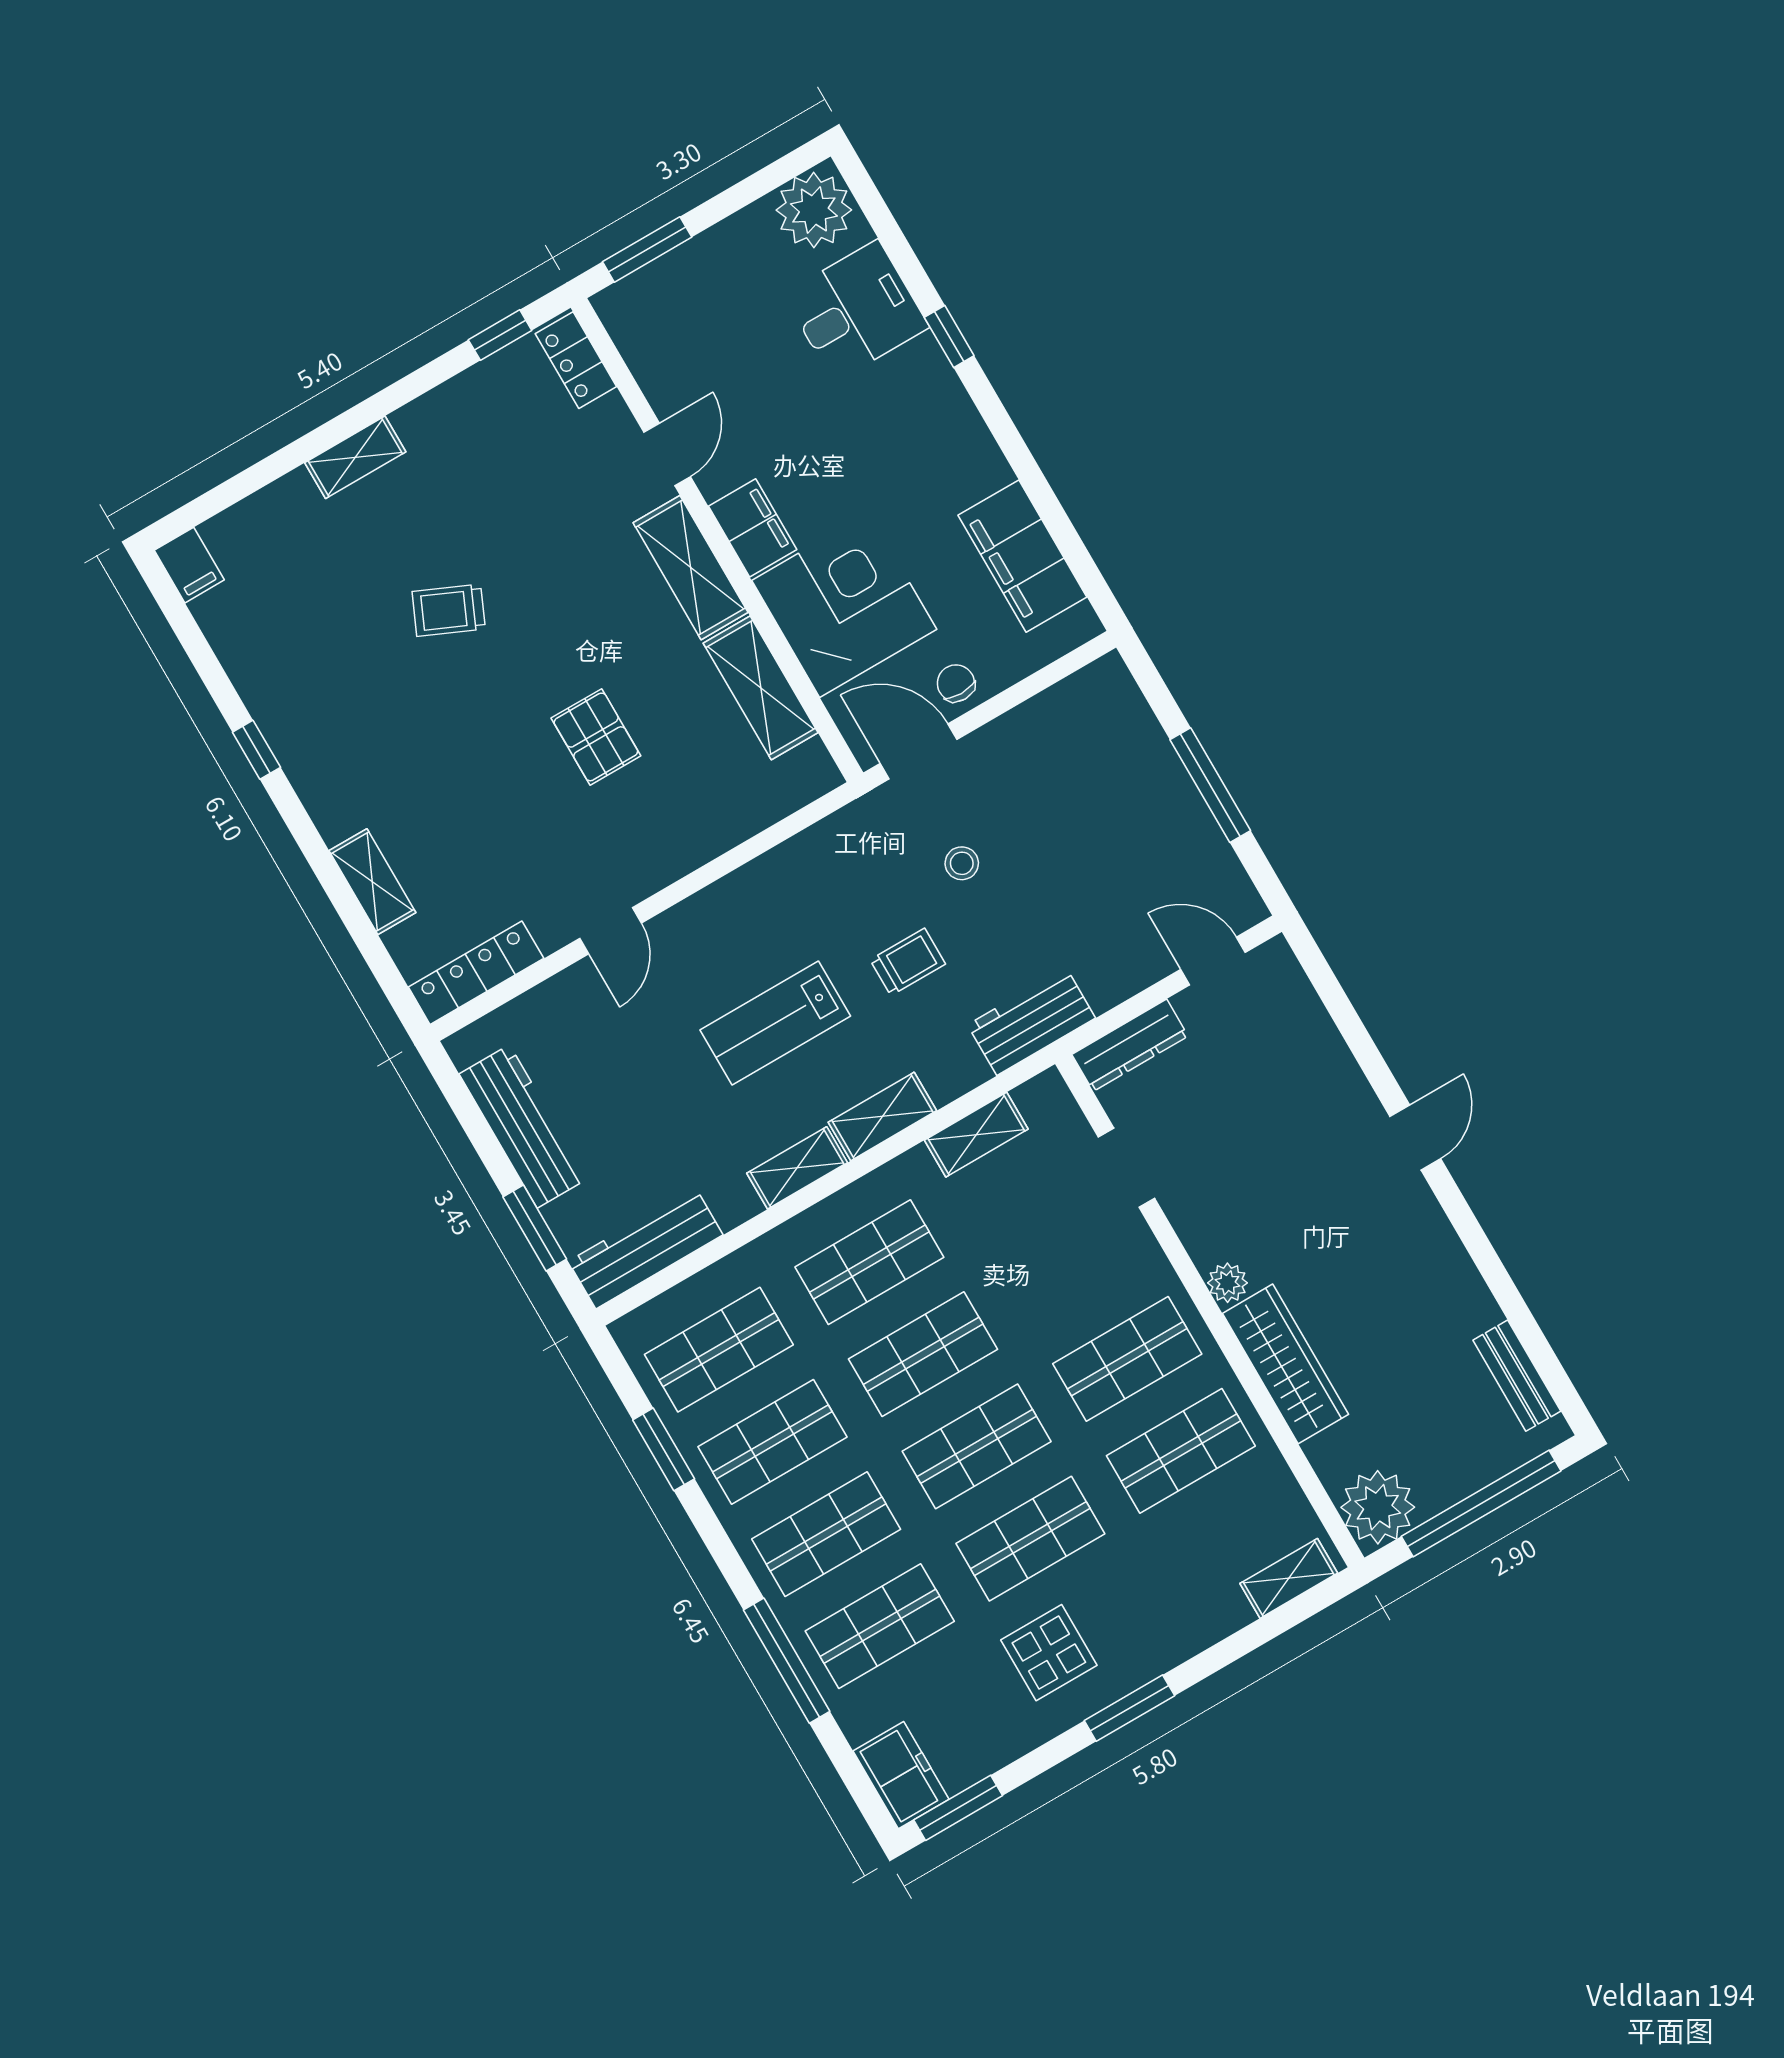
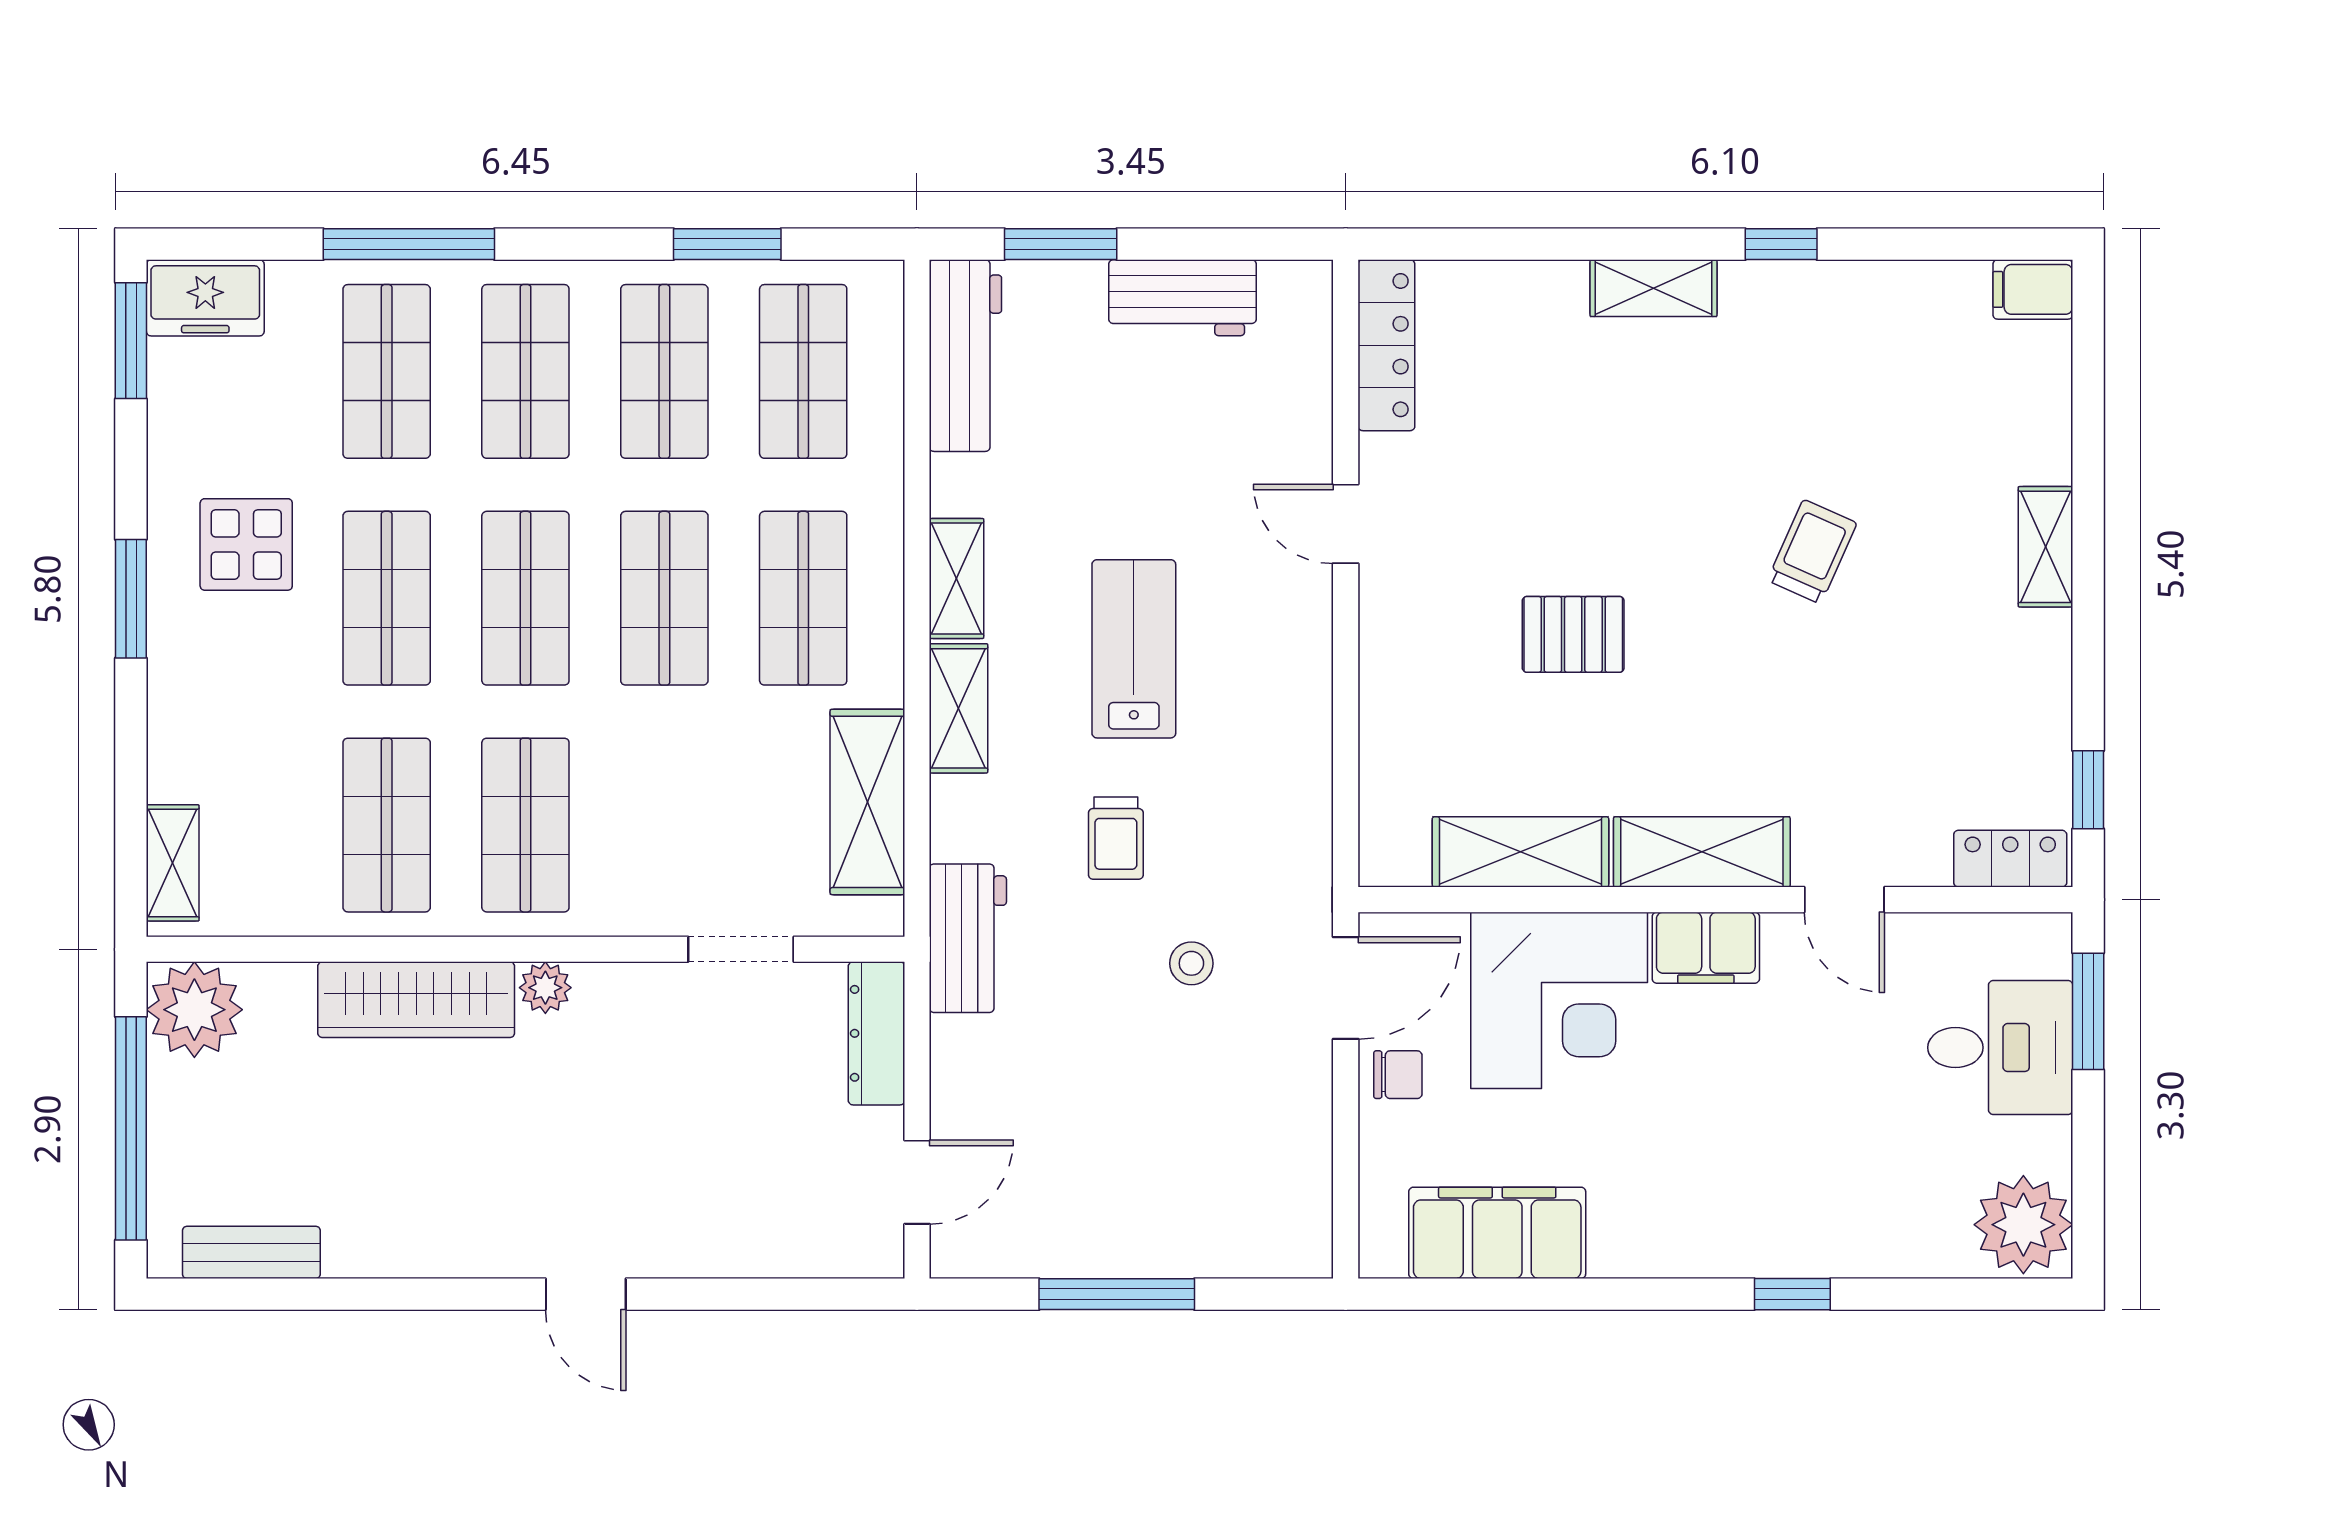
desk: (856, 311) -> (2000, 1048), moved, turned -90
shelving: (372, 882) -> (1654, 288), moved
workbench: (523, 1126) -> (1182, 298), width x0.73
shelving: (976, 1135) -> (867, 802), width x1.50, depth x1.33

